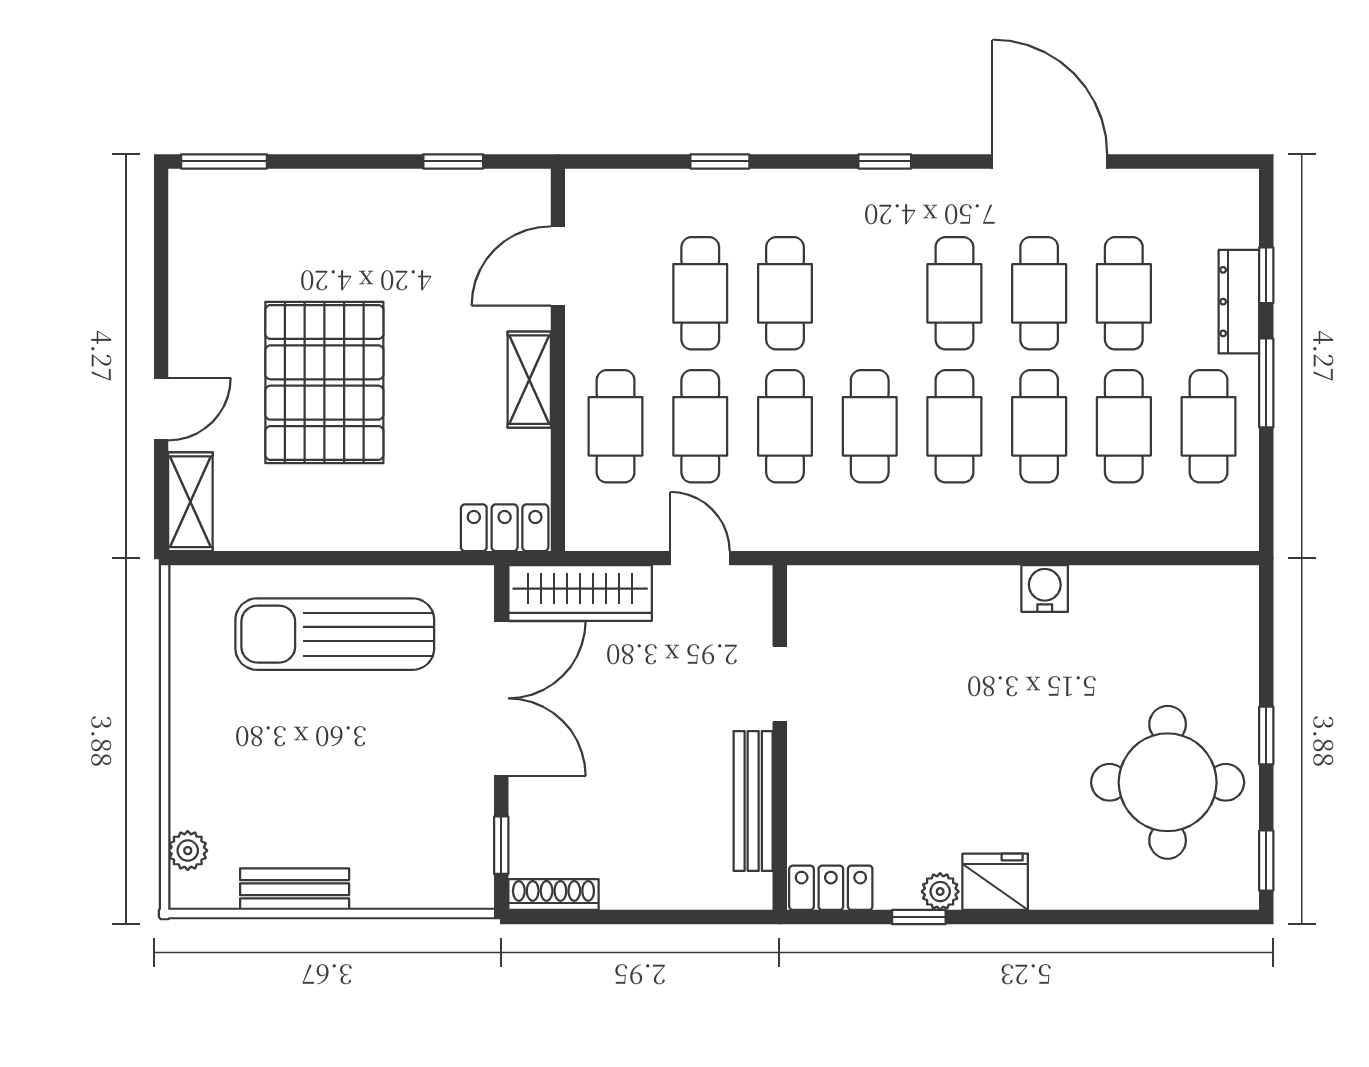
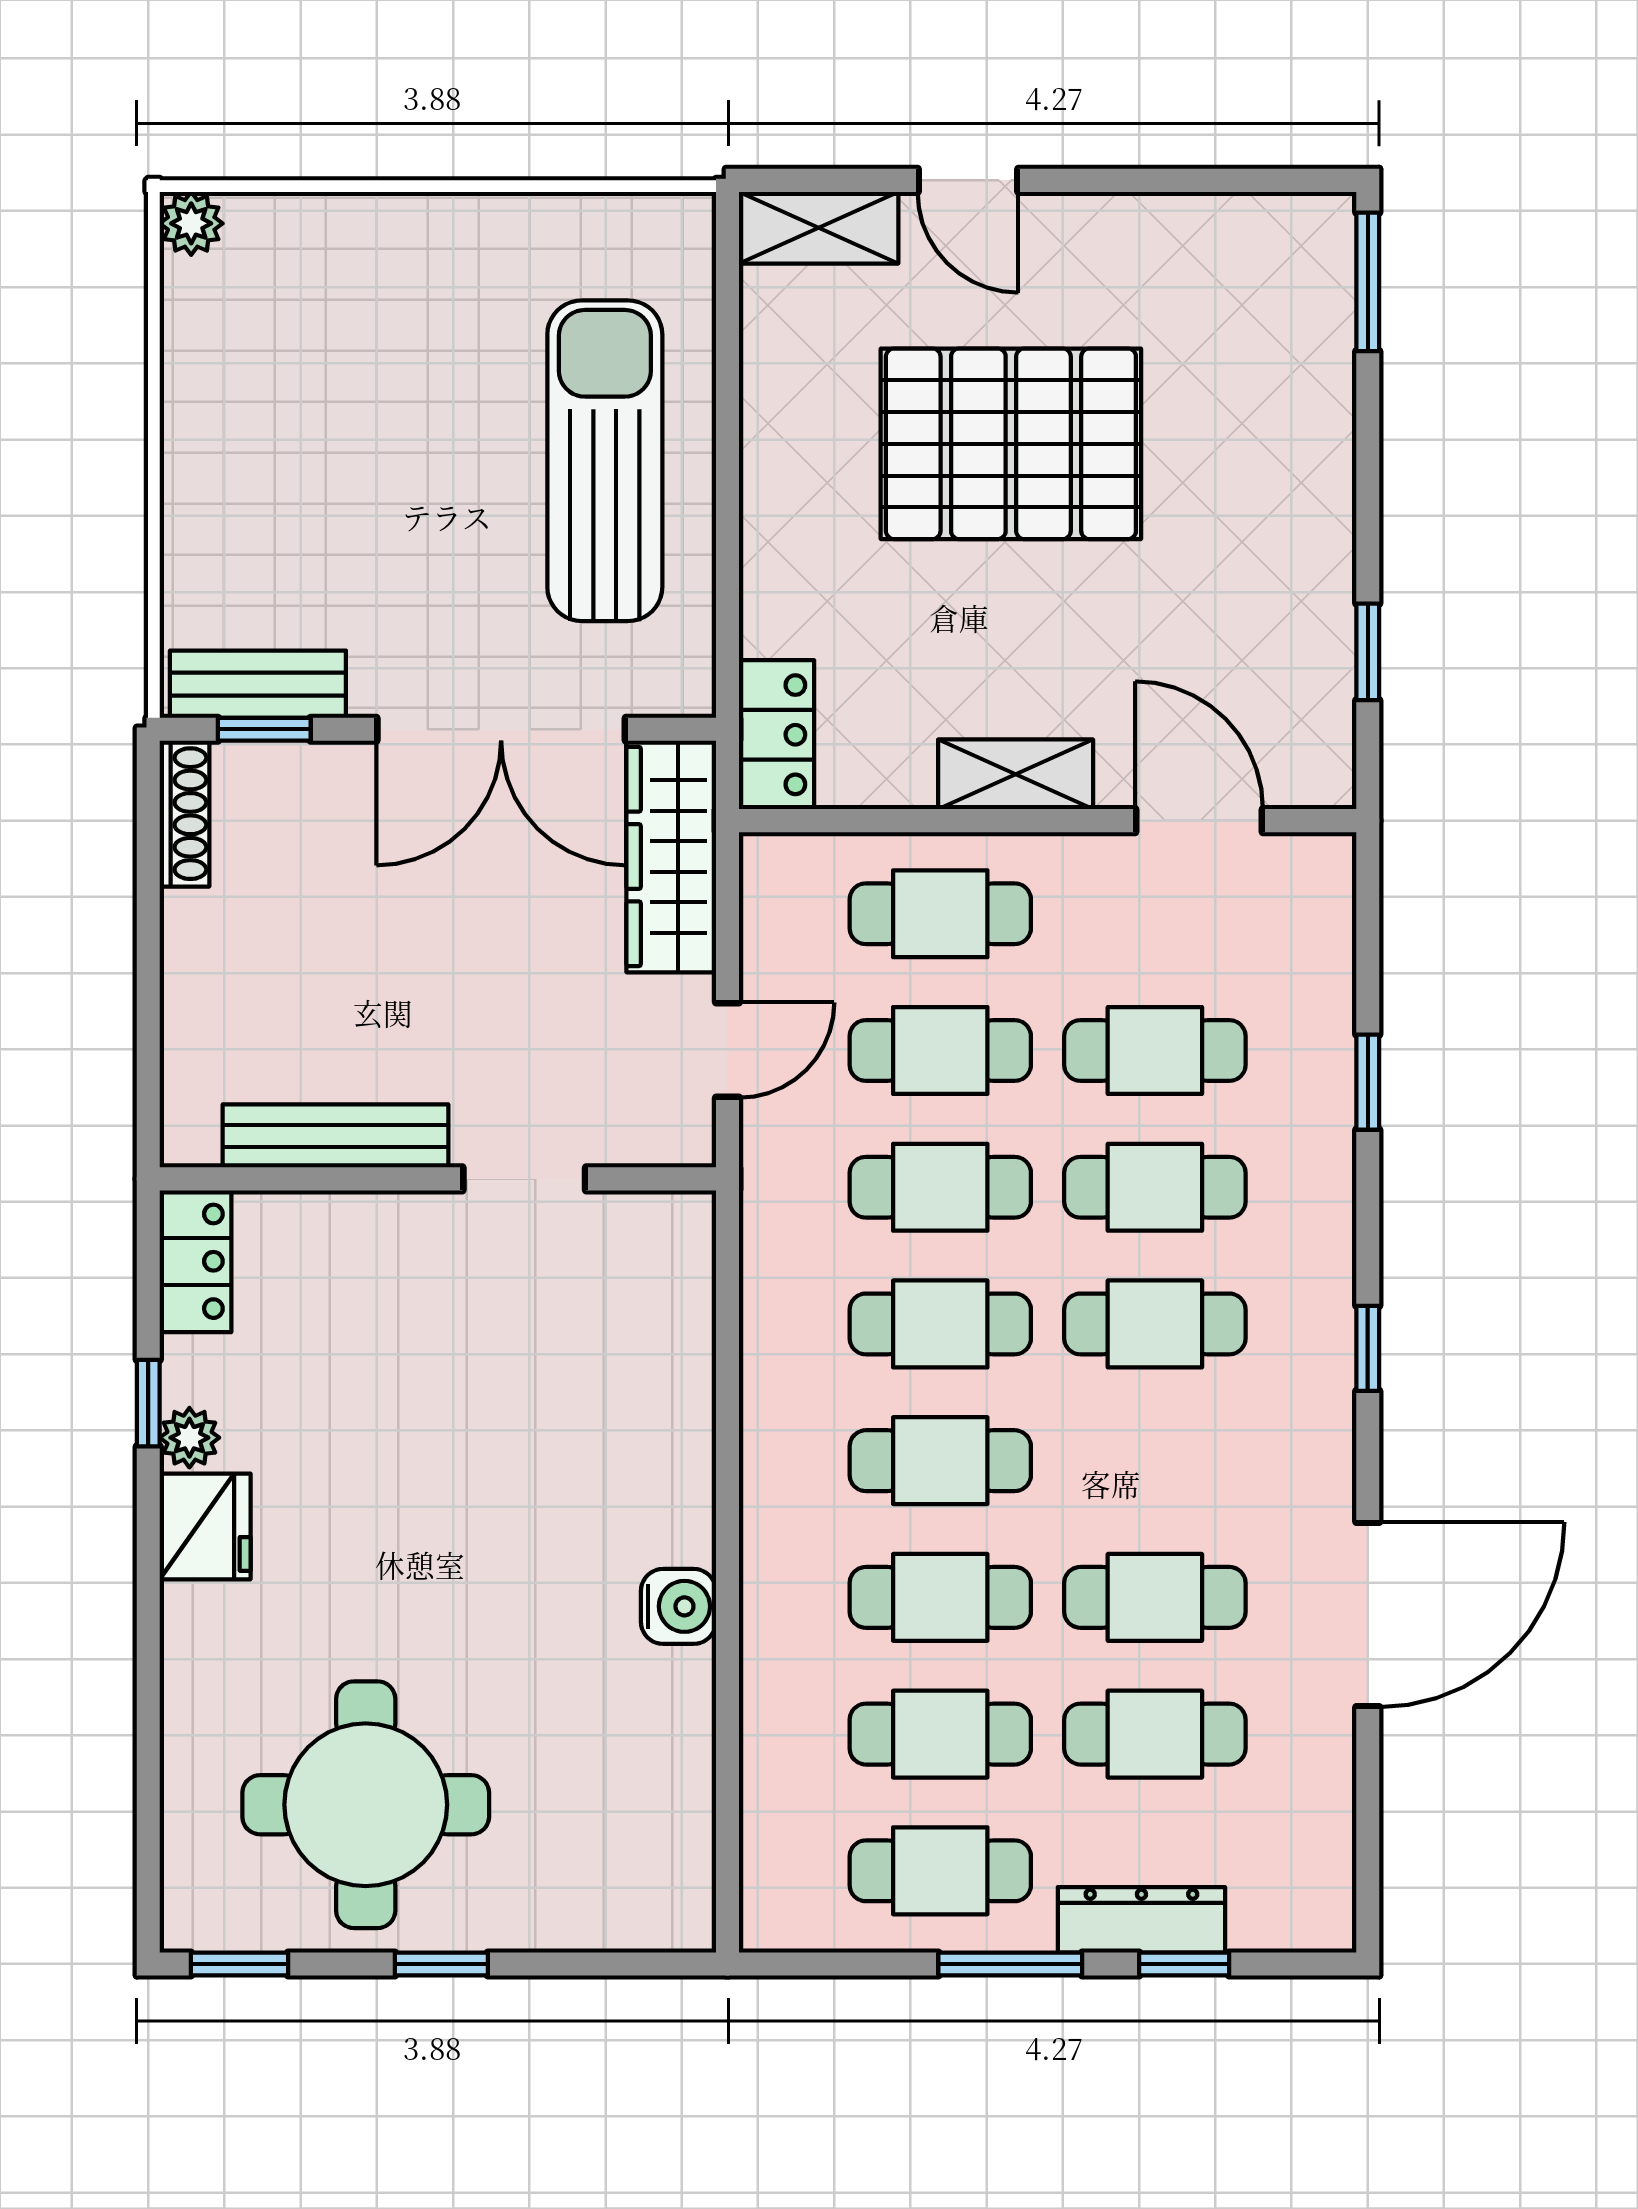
cafe table: (954, 293) -> (1155, 1324), moved
plant: (188, 851) -> (191, 223), moved
bench: (295, 889) -> (258, 684), moved, turned 90

